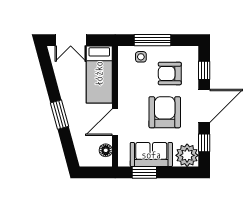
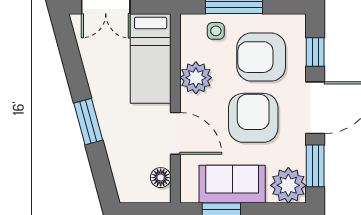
armchair: (170, 74) -> (261, 57), width x1.36, depth x1.36
plant: (128, 87) -> (196, 78), added
door: (115, 122) -> (175, 133), swing flipped
window: (204, 143) -> (315, 166), width x1.50

